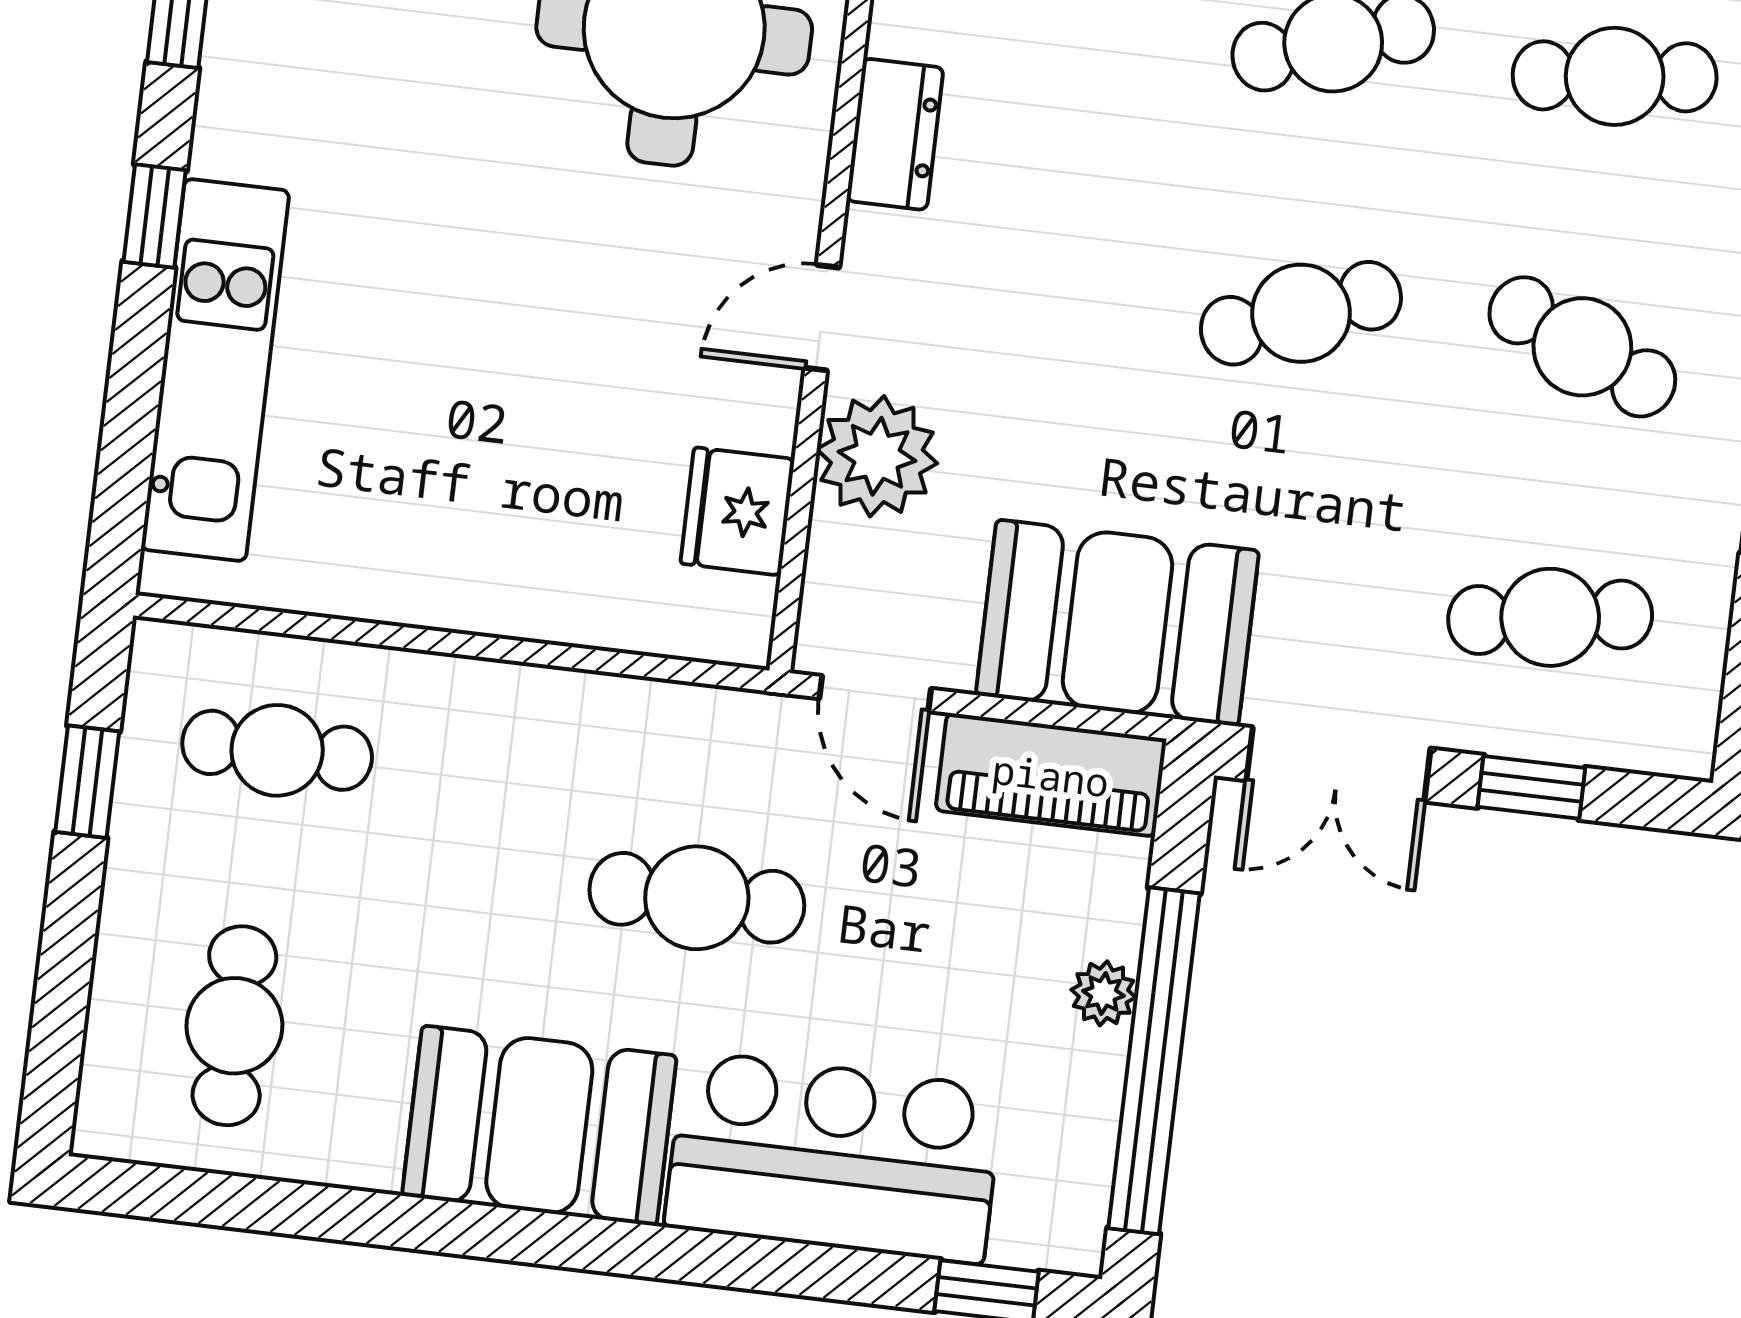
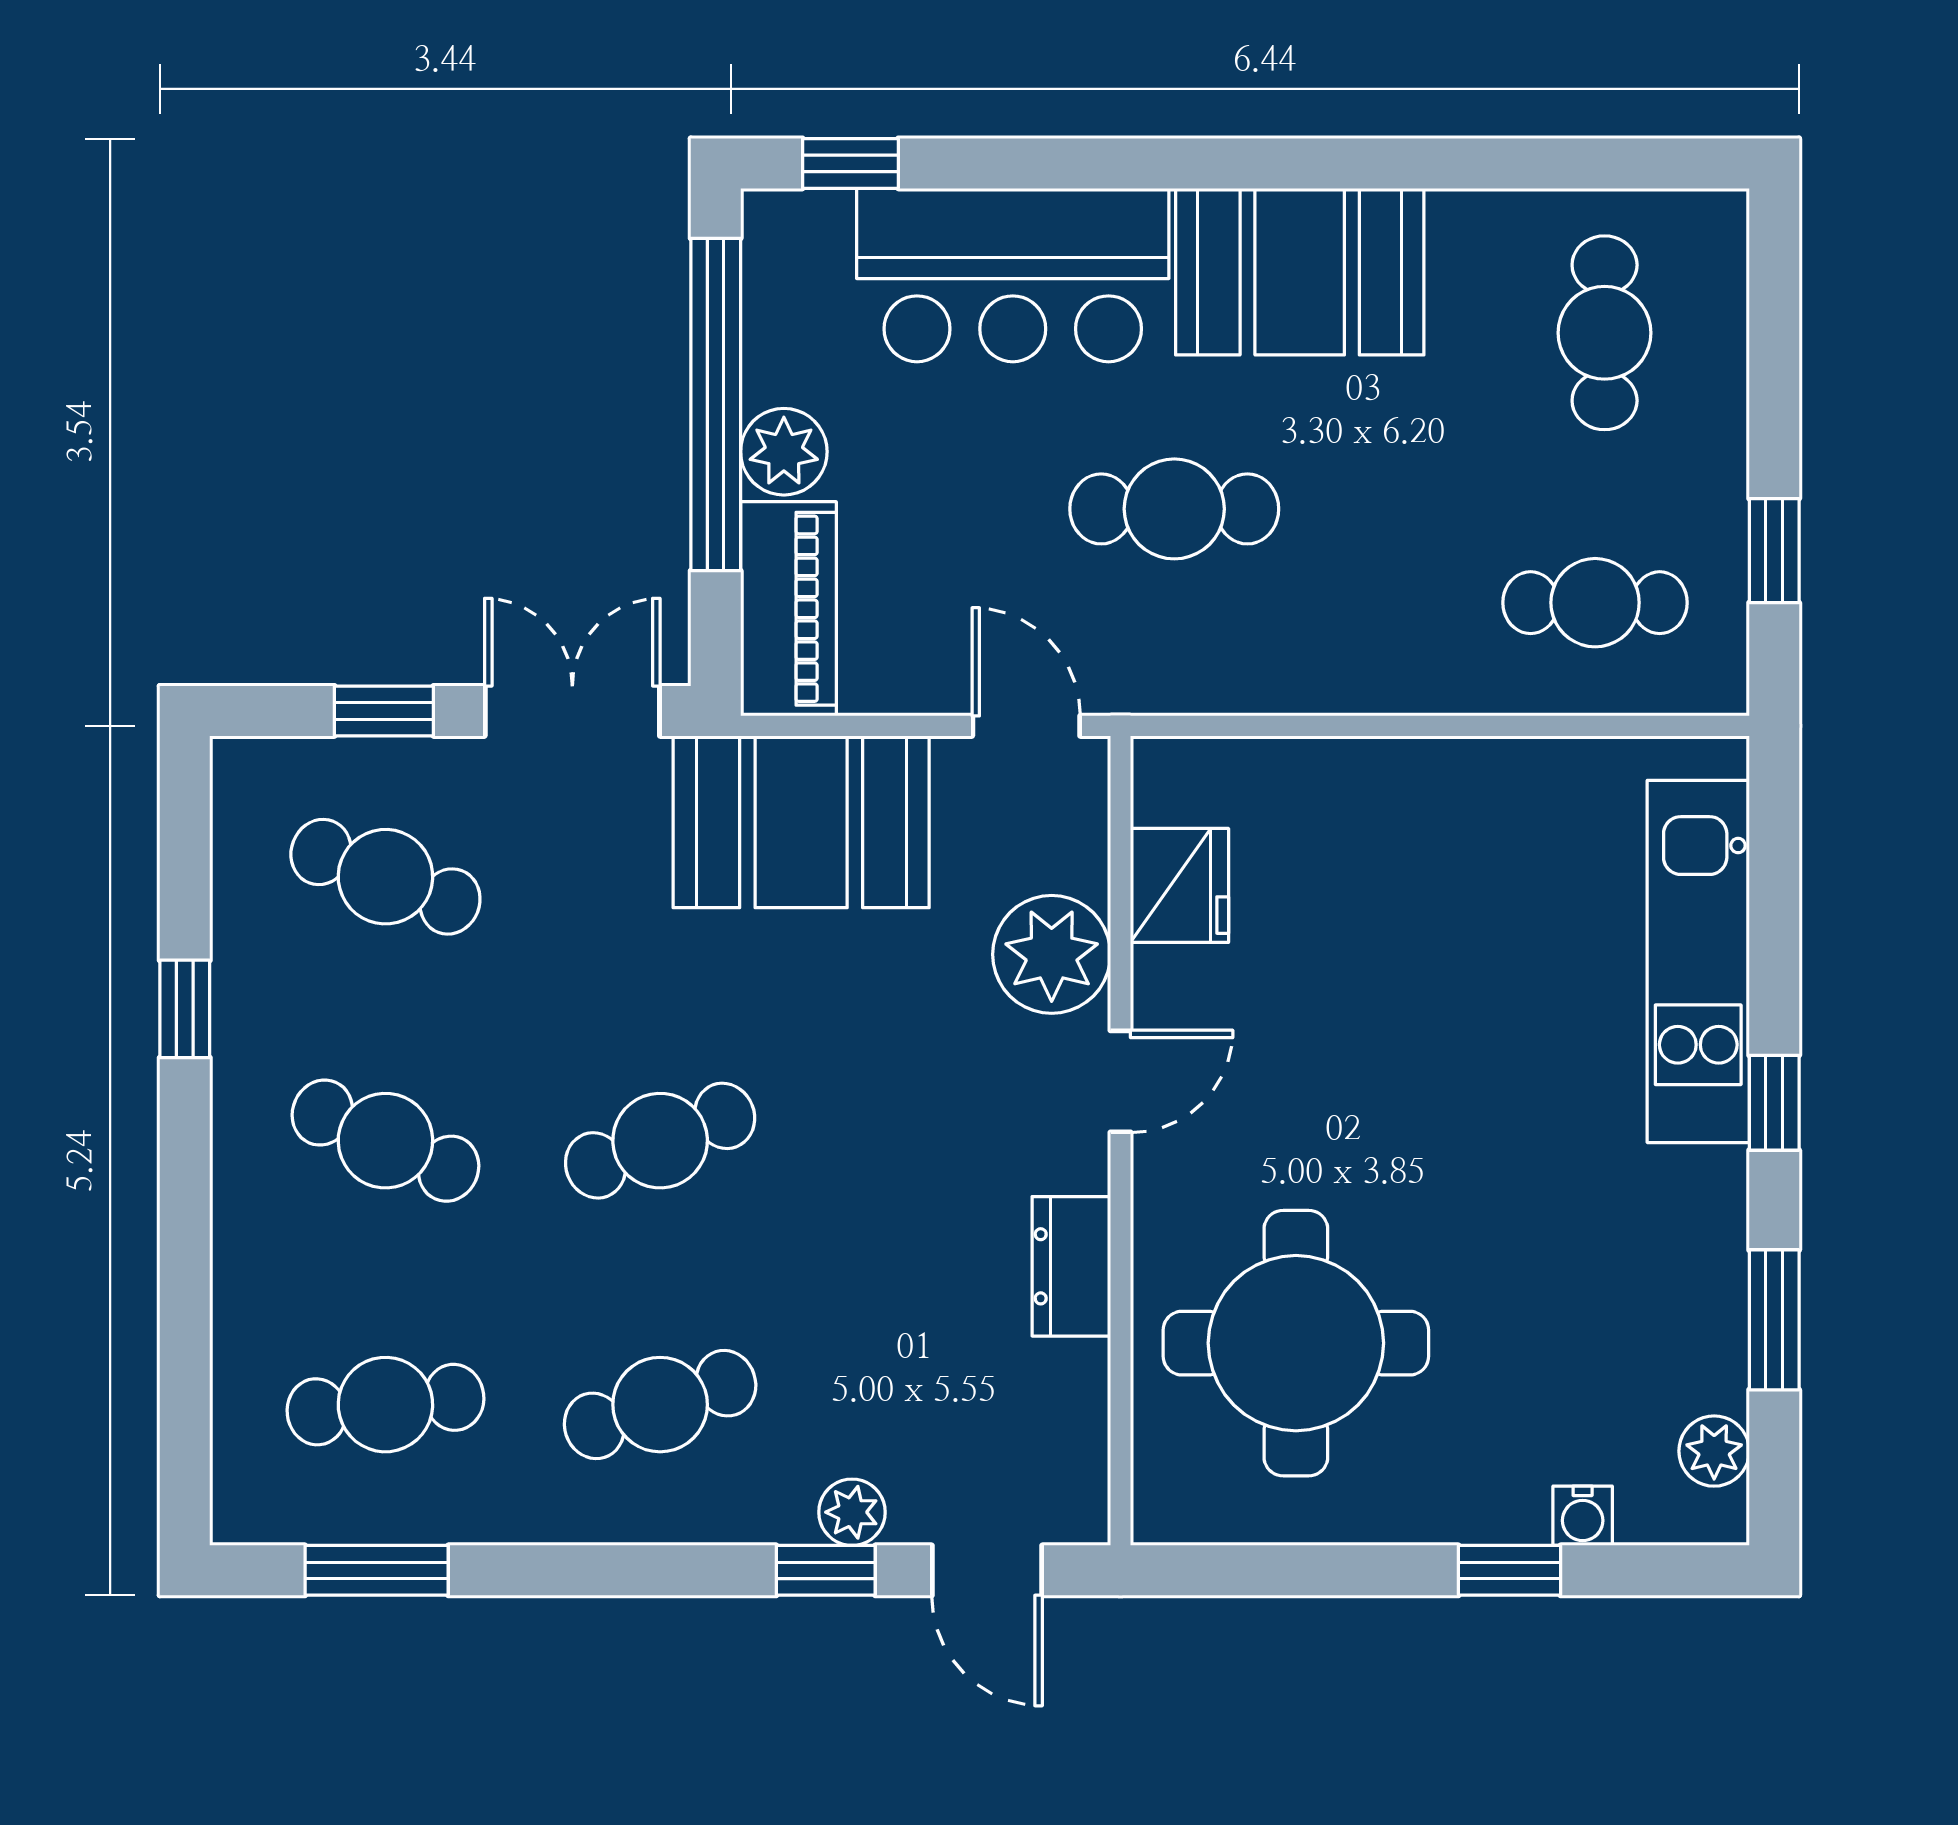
cafe table: (1550, 617) -> (385, 877), turned 30
piano: (1051, 775) -> (788, 609), moved, turned 90
plant: (1103, 993) -> (784, 452), width x1.38, depth x1.38

